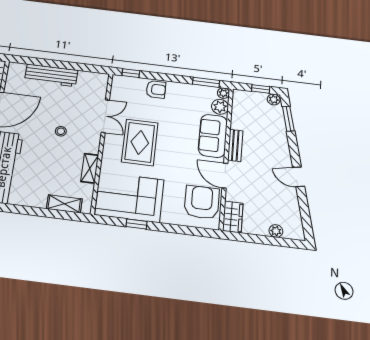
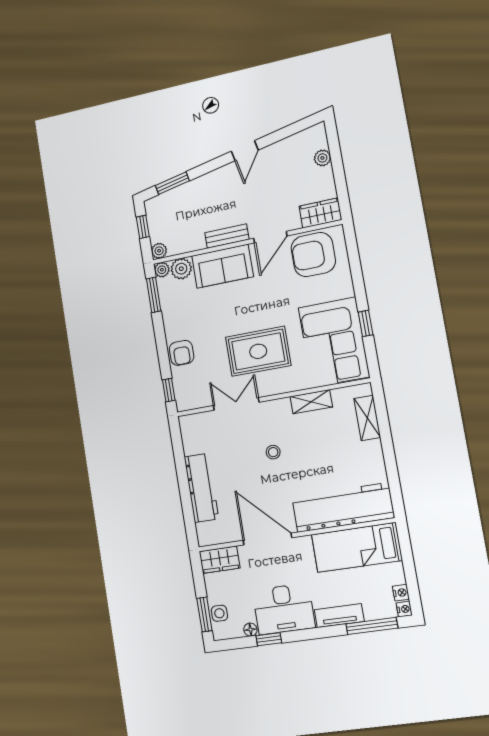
armchair: (156, 89) -> (182, 353), turned 180
plant: (274, 99) -> (159, 251), moved

